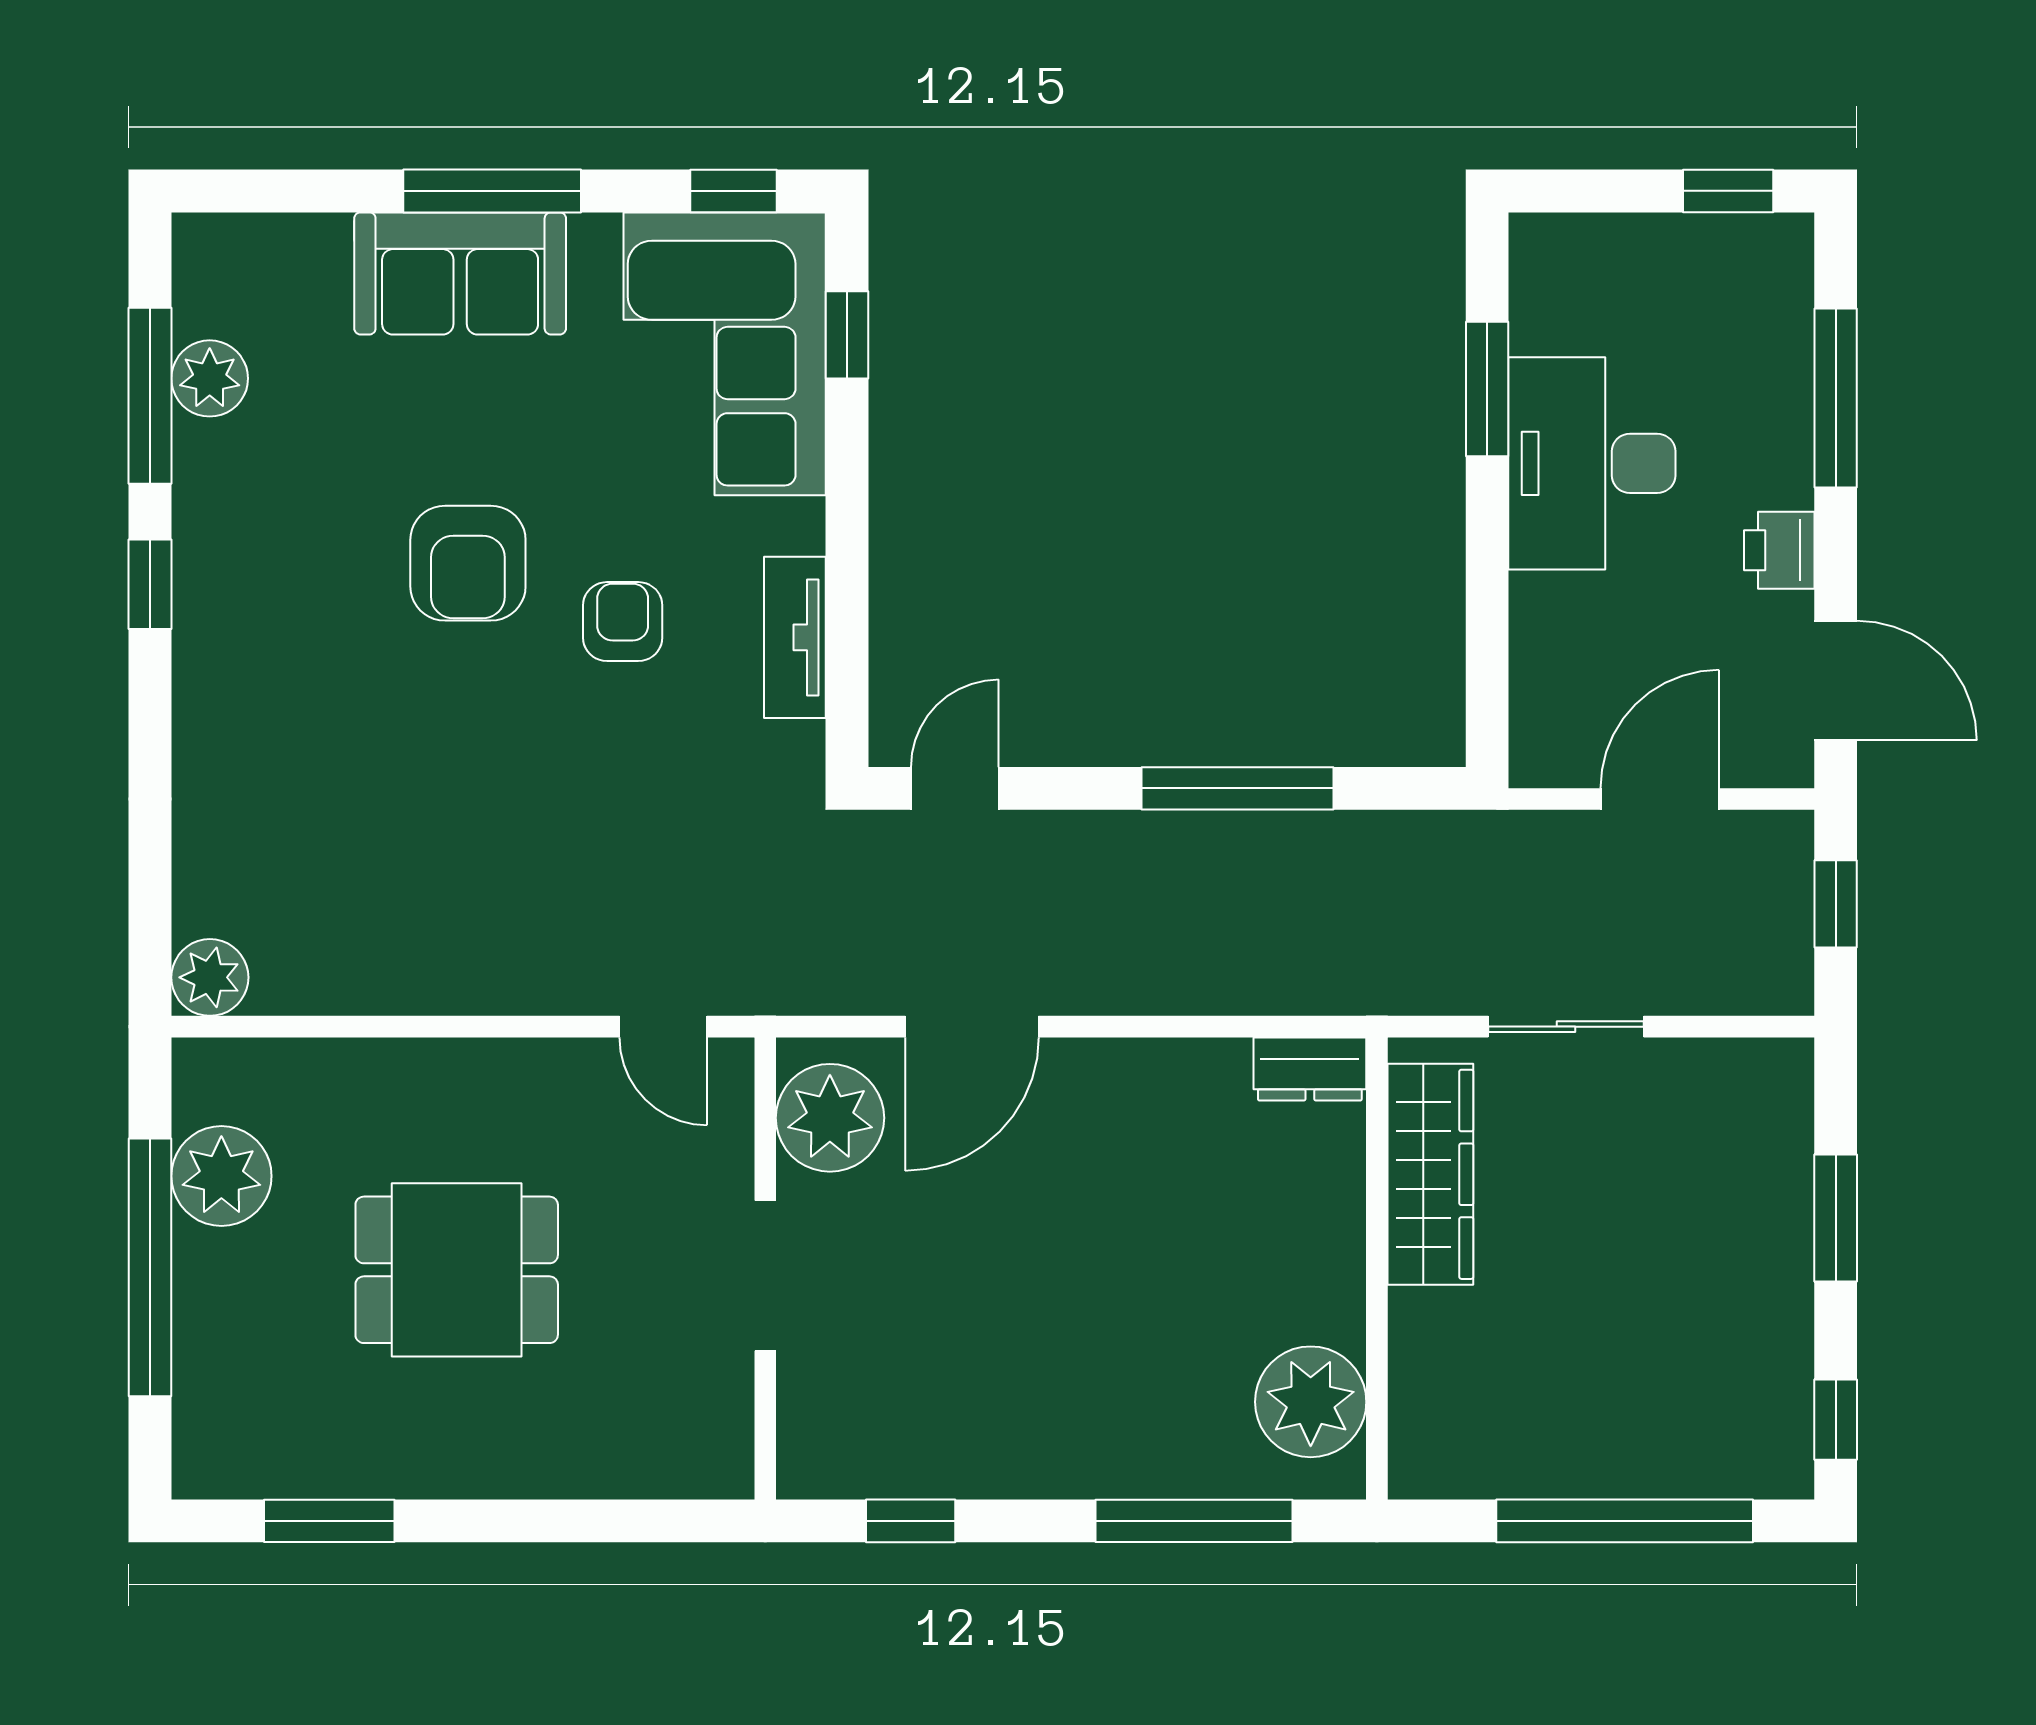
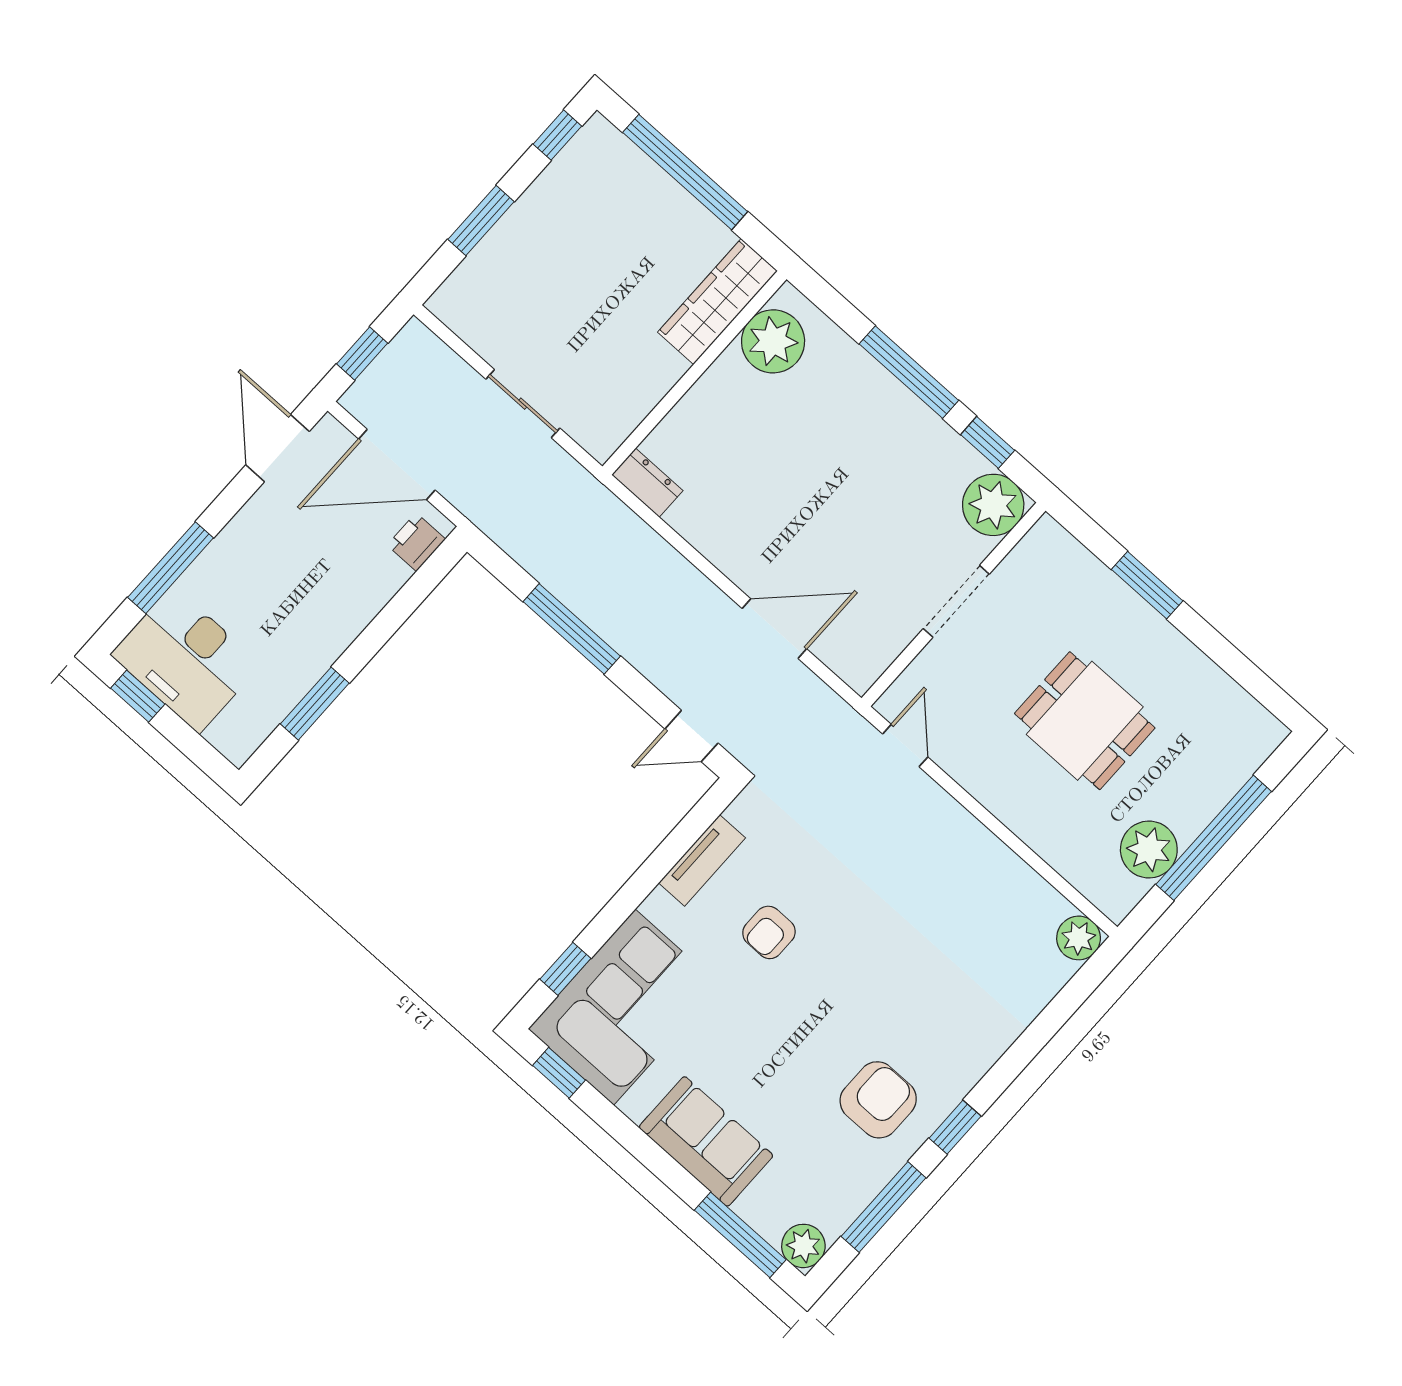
window: (492, 191) -> (740, 1235), moved
plant: (210, 378) -> (803, 1246), moved
desk: (1592, 463) -> (186, 659), moved, turned 90
printer: (1779, 550) -> (416, 542), moved, turned 180
armchair: (468, 563) -> (878, 1100), moved
door: (1660, 799) -> (397, 464), width x1.36
plant: (830, 1118) -> (993, 505), moved
wardrobe: (1430, 1174) -> (717, 302), moved
window: (329, 1521) -> (1147, 585), moved
window: (1194, 1521) -> (909, 372), moved

